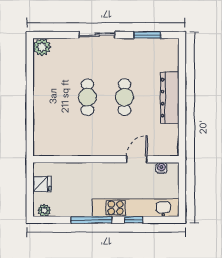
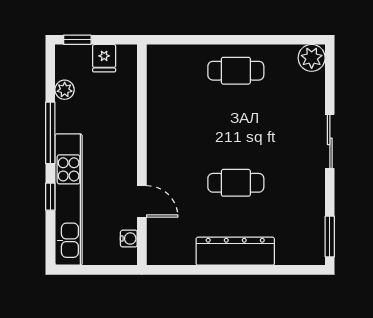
window: (147, 35) -> (330, 237), moved
cafe table: (87, 97) -> (236, 71), moved
window: (30, 202) -> (77, 40), added
plant: (44, 210) -> (65, 90), moved

